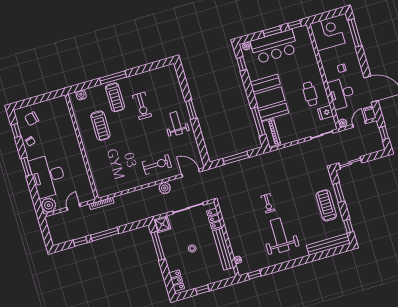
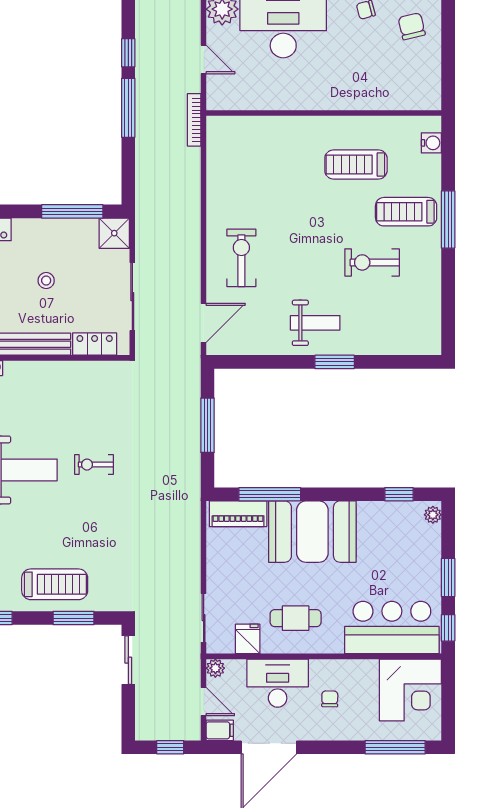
bar counter: (274, 47) -> (392, 627), moved, turned 90
exercise bike: (157, 165) -> (241, 258), turned 180
plant: (165, 188) -> (188, 260), removed

